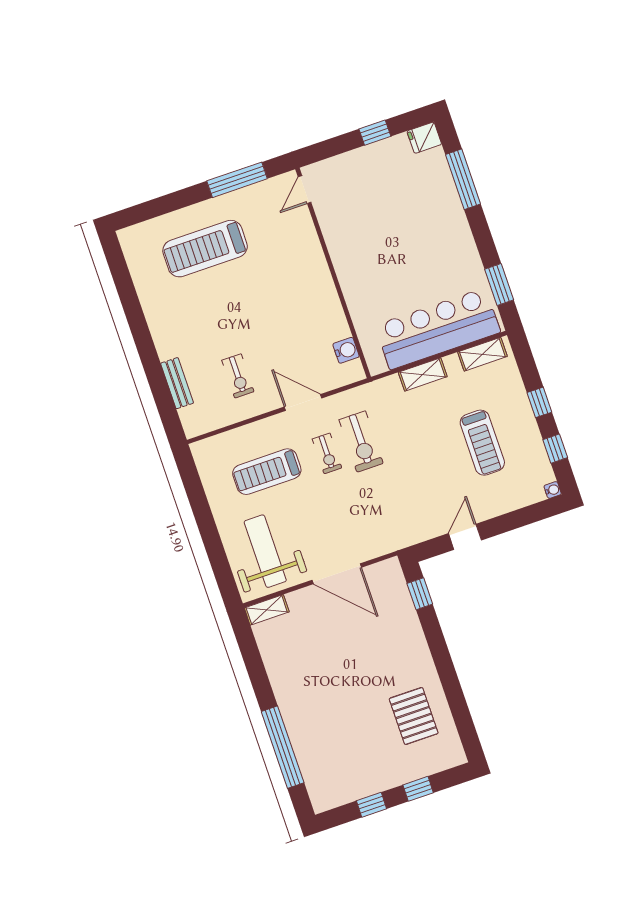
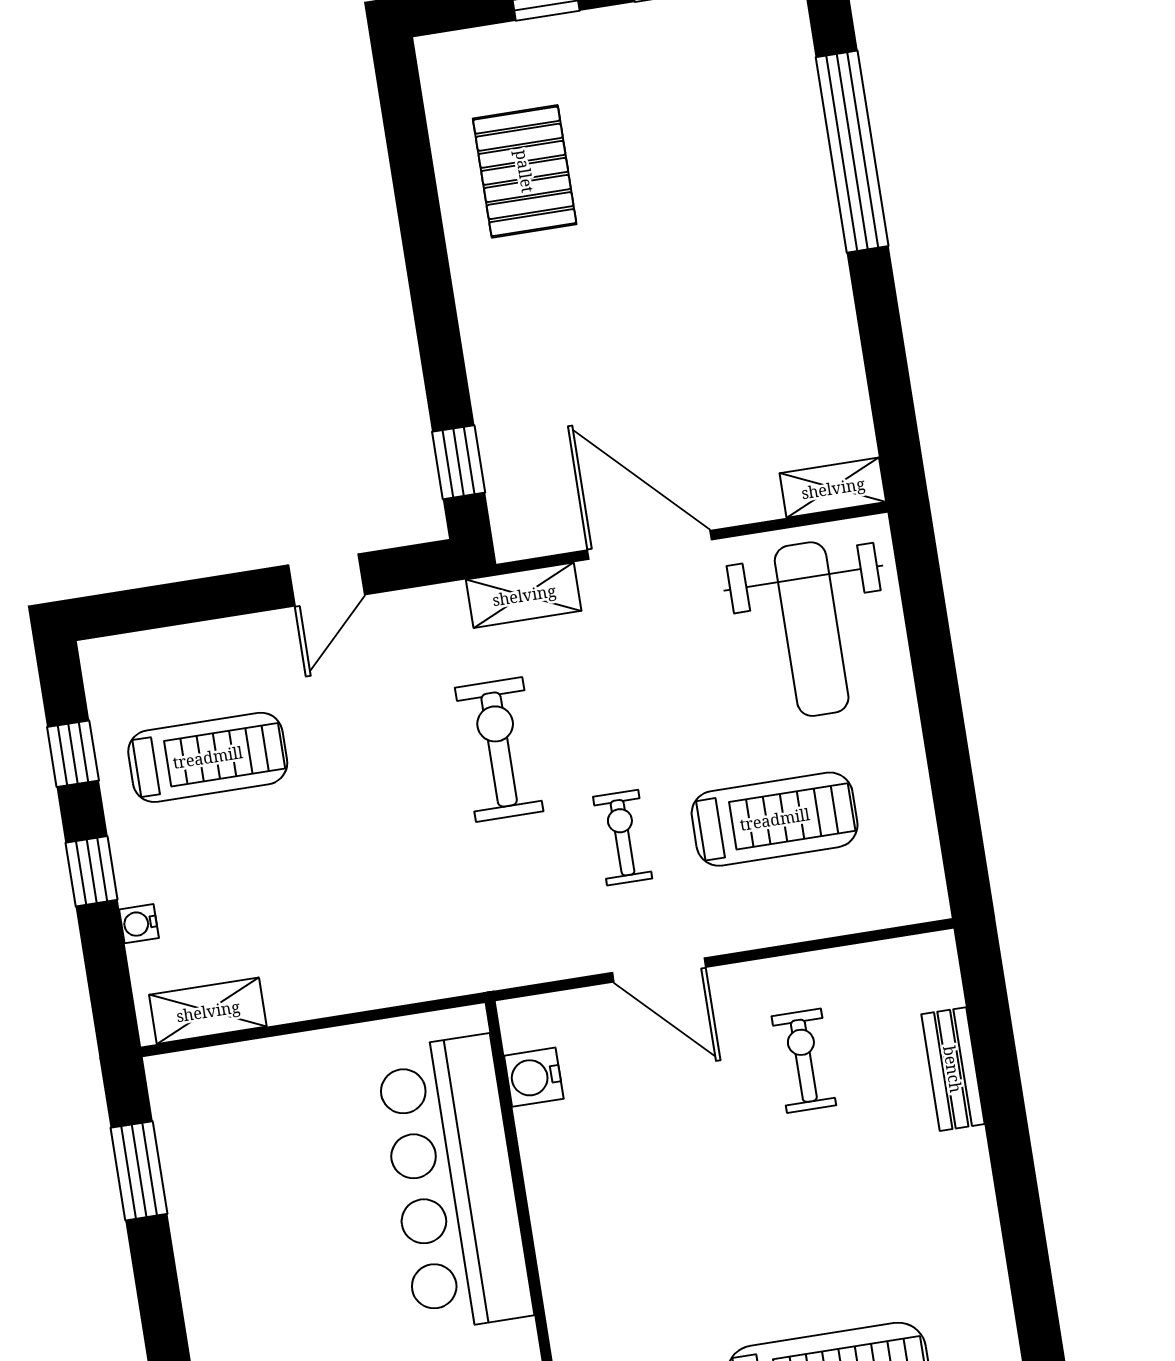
bar counter: (438, 329) -> (454, 1183), moved, turned 90
shelving: (423, 374) -> (524, 595), moved
exercise bike: (361, 441) -> (499, 750), moved
treadmill: (482, 443) -> (208, 757), moved, turned 90
water cooler: (553, 490) -> (139, 924), moved

